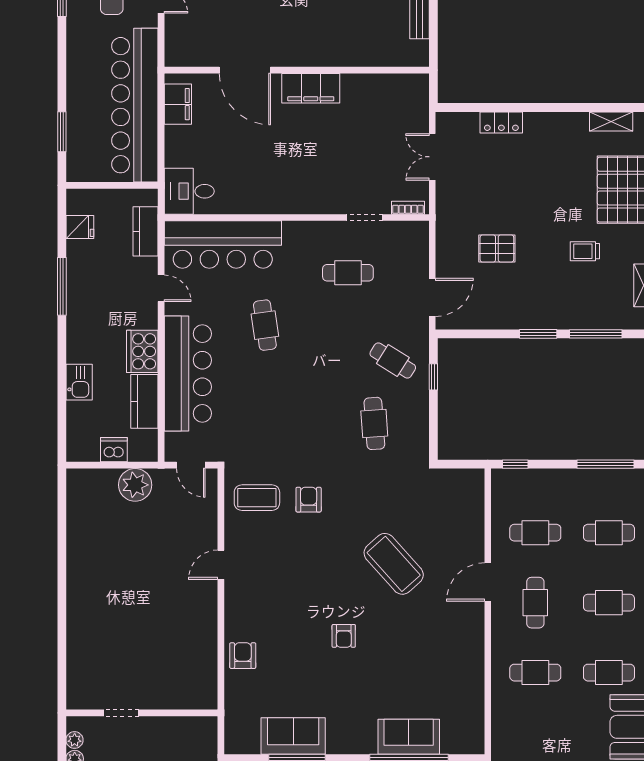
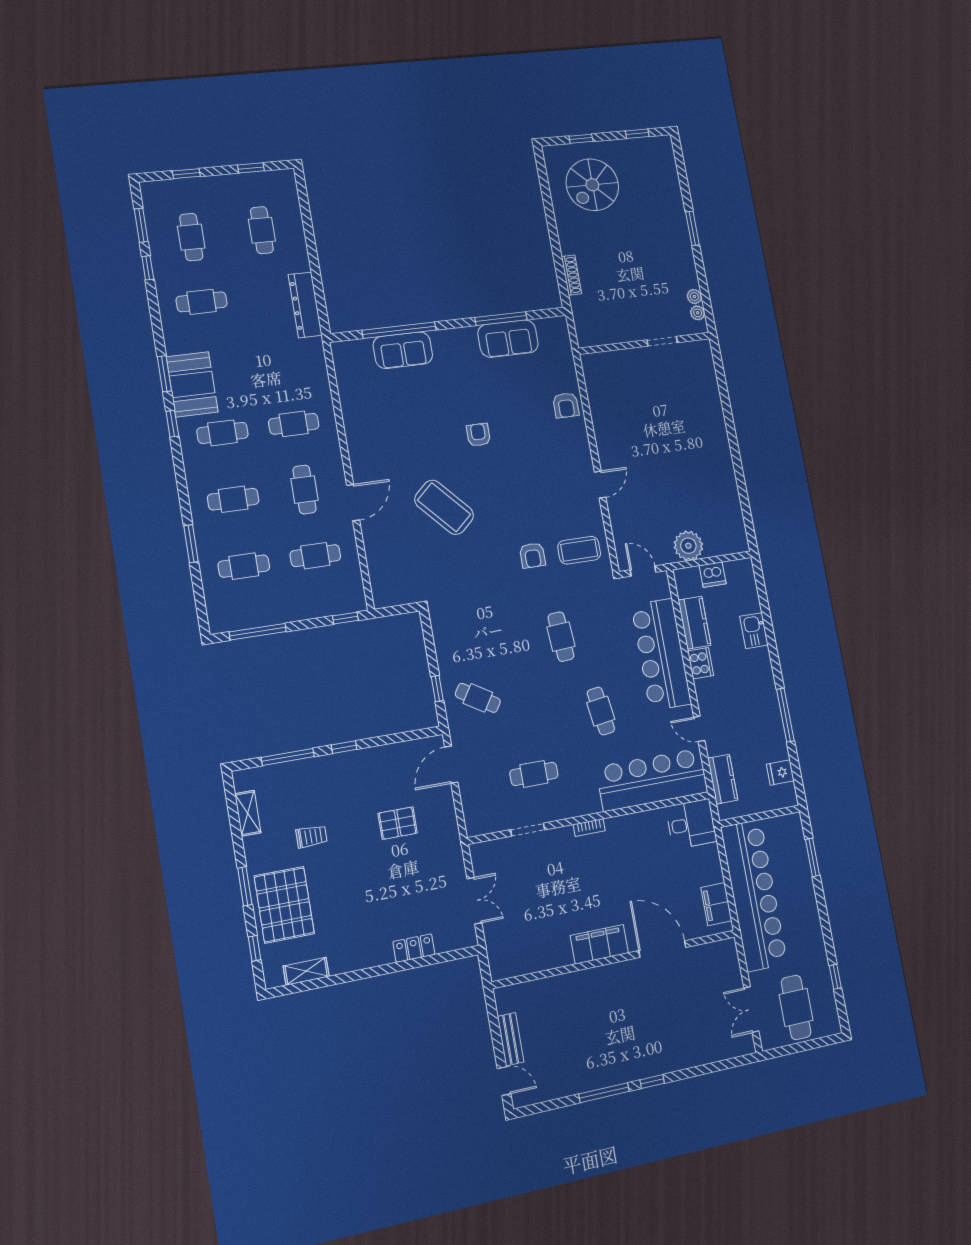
bookcase: (408, 208) -> (589, 828), moved
window: (538, 334) -> (344, 747), width x0.67
cooker: (142, 351) -> (701, 663), width x0.73, depth x0.76
cafe table: (374, 423) -> (561, 637), moved

